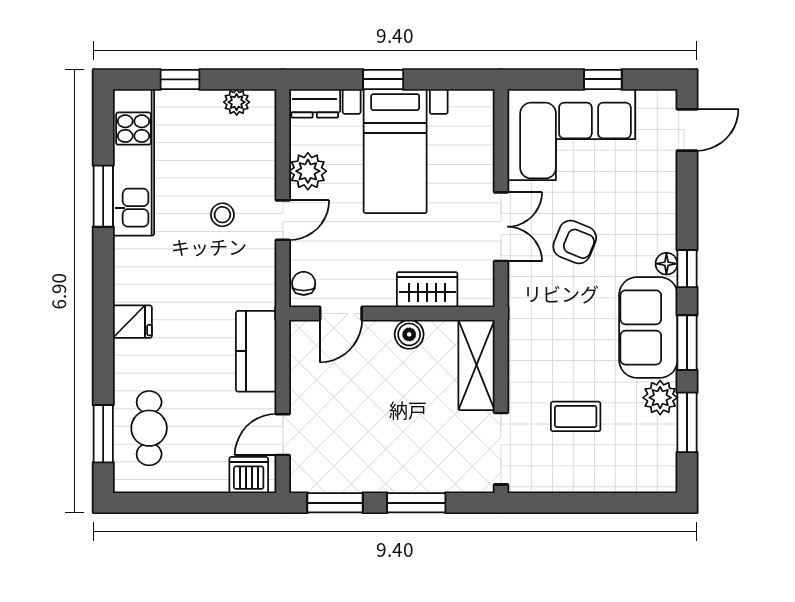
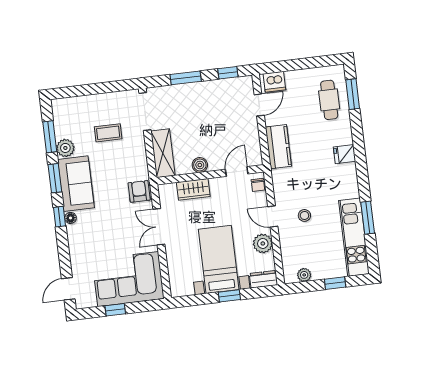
door: (283, 220) -> (273, 217), hinge flipped
armchair: (575, 242) -> (139, 191), moved, turned 68
window: (335, 503) -> (228, 73), width x0.67

